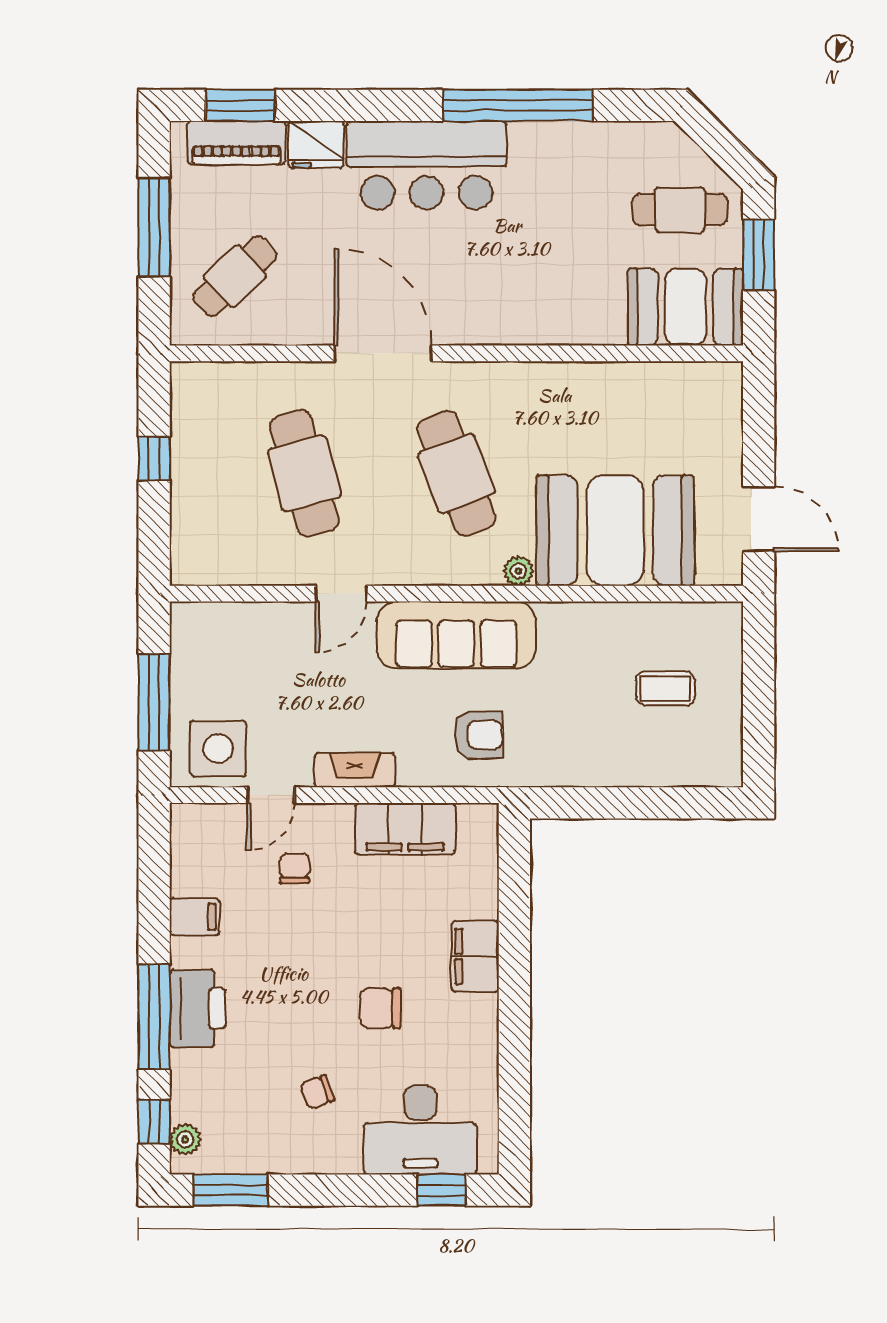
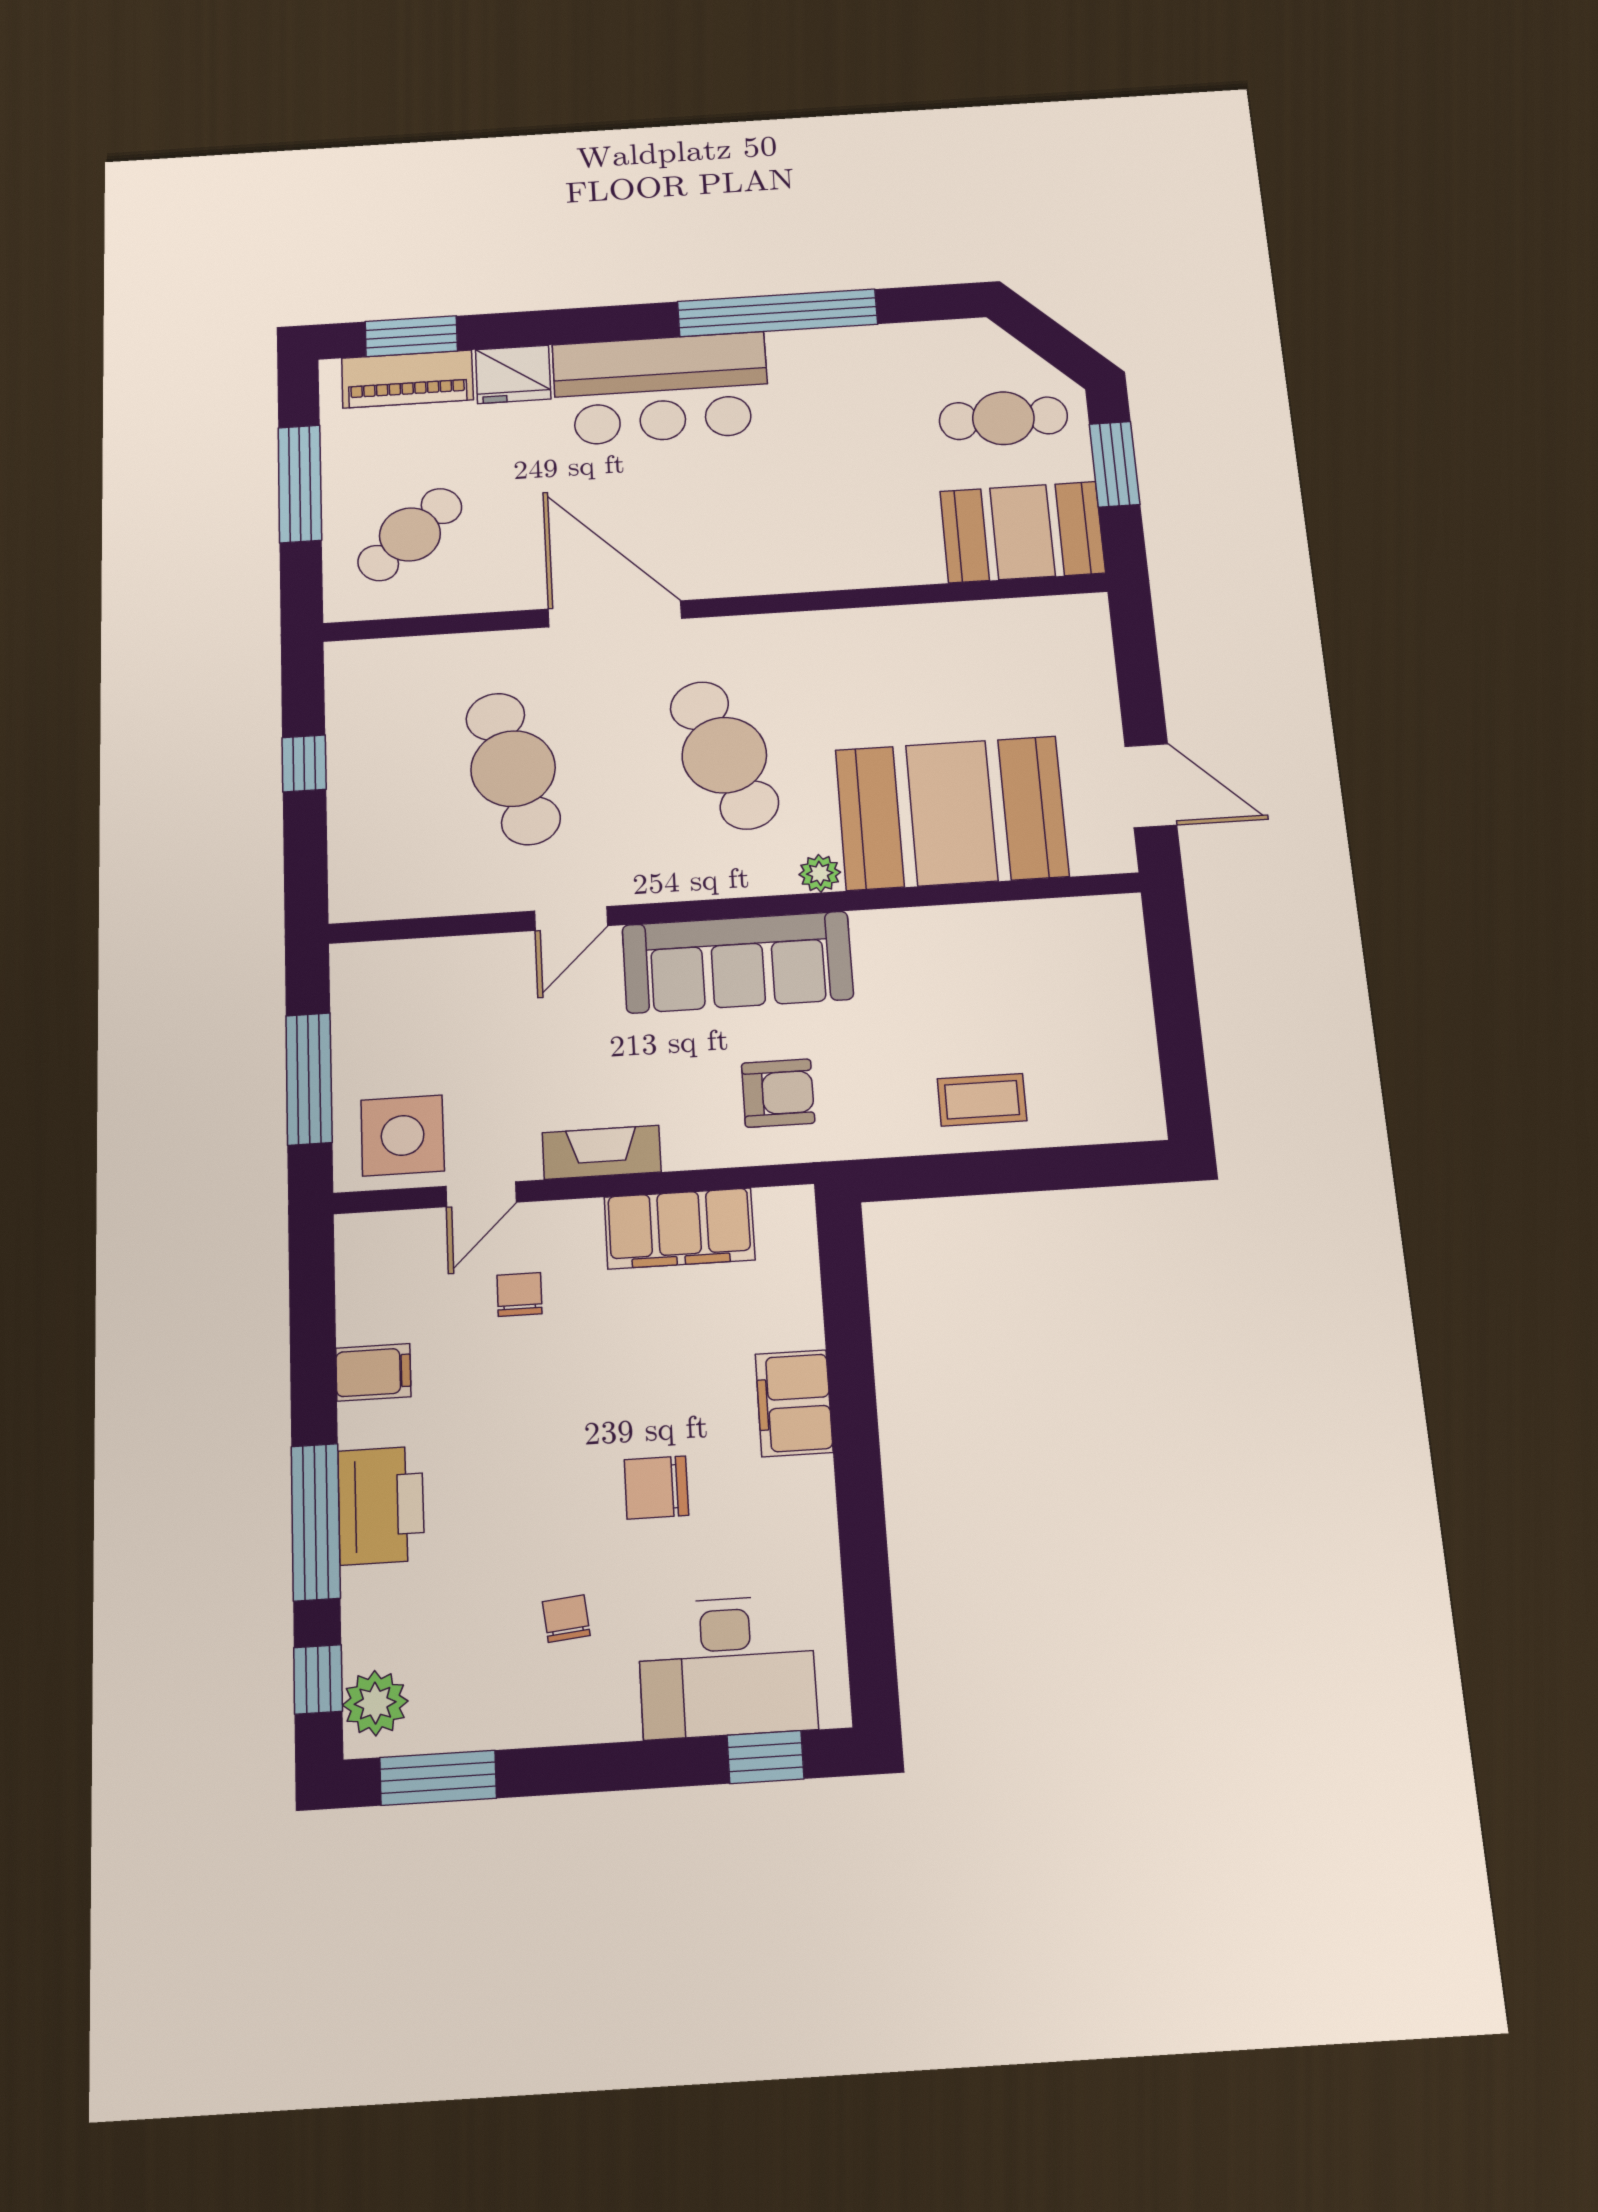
coffee table: (665, 688) -> (982, 1100), moved
chair: (317, 1092) -> (566, 1619), turned 104
plant: (185, 1139) -> (375, 1703), width x1.38, depth x1.38

